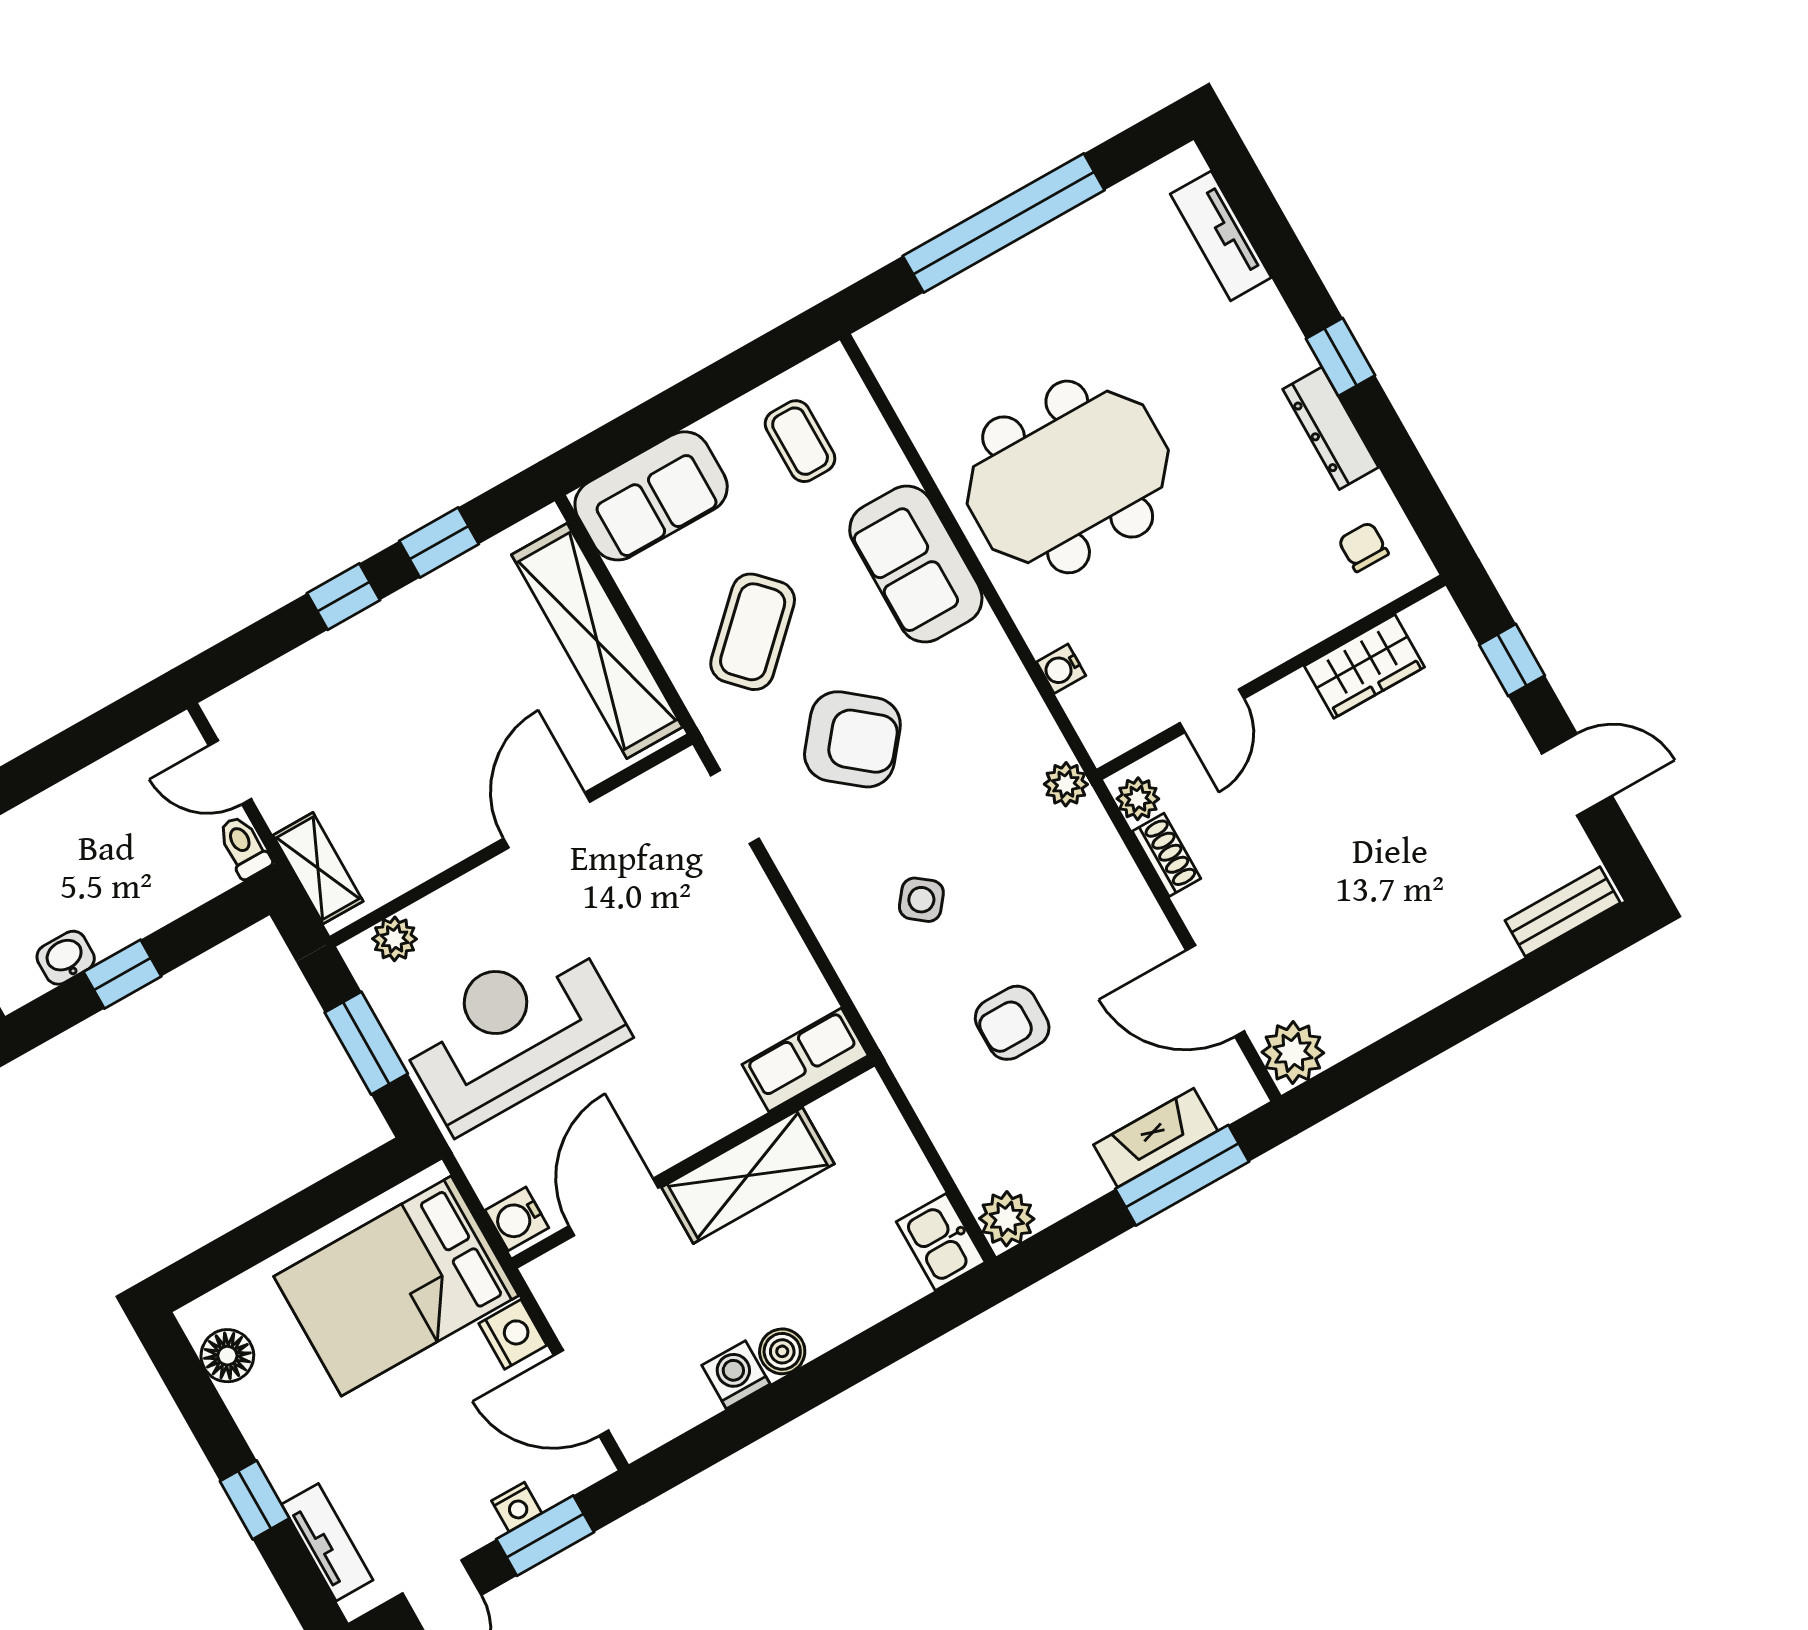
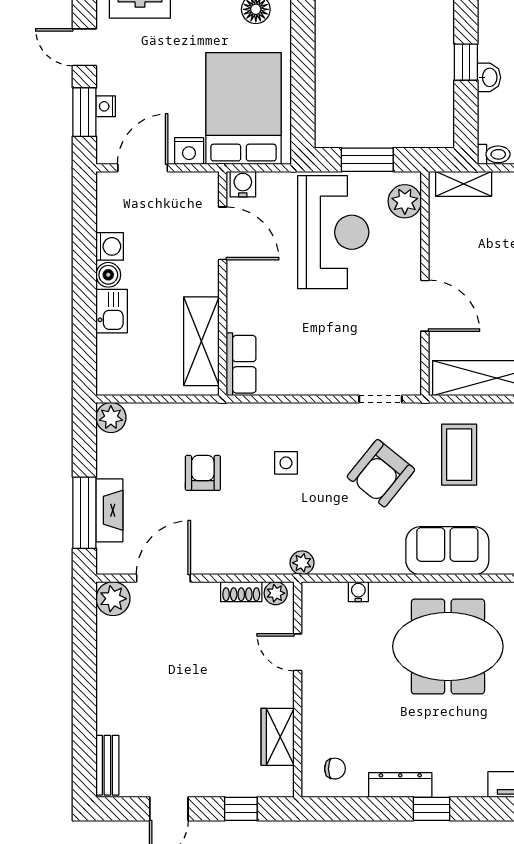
meeting table: (1068, 477) -> (448, 646), turned 90
coffee table: (753, 632) -> (459, 455), turned 44
side table: (921, 900) -> (286, 463), turned -38
plant: (395, 939) -> (405, 201), width x1.38, depth x1.38
washbasin: (66, 958) -> (489, 77), moved
shelving: (748, 1175) -> (201, 341), moved
kitchen sink: (941, 1242) -> (112, 311), moved, turned 90

